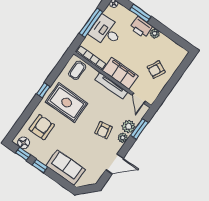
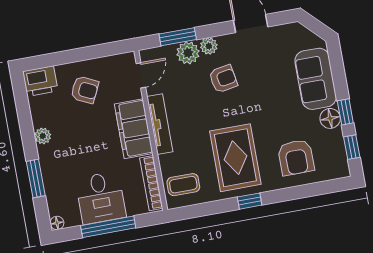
printer: (141, 27) -> (40, 81), moved, turned 90
armchair: (42, 127) -> (296, 157), turned -90
floor lamp: (23, 143) -> (330, 118), moved

